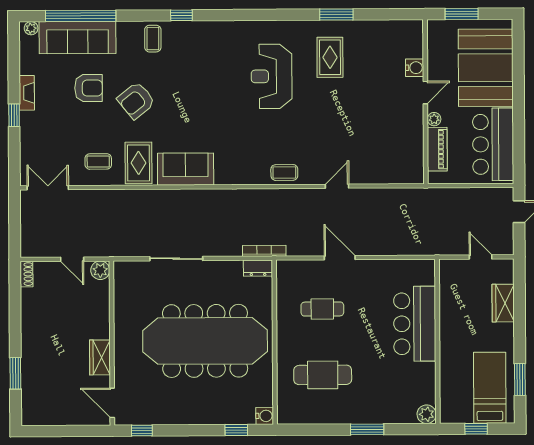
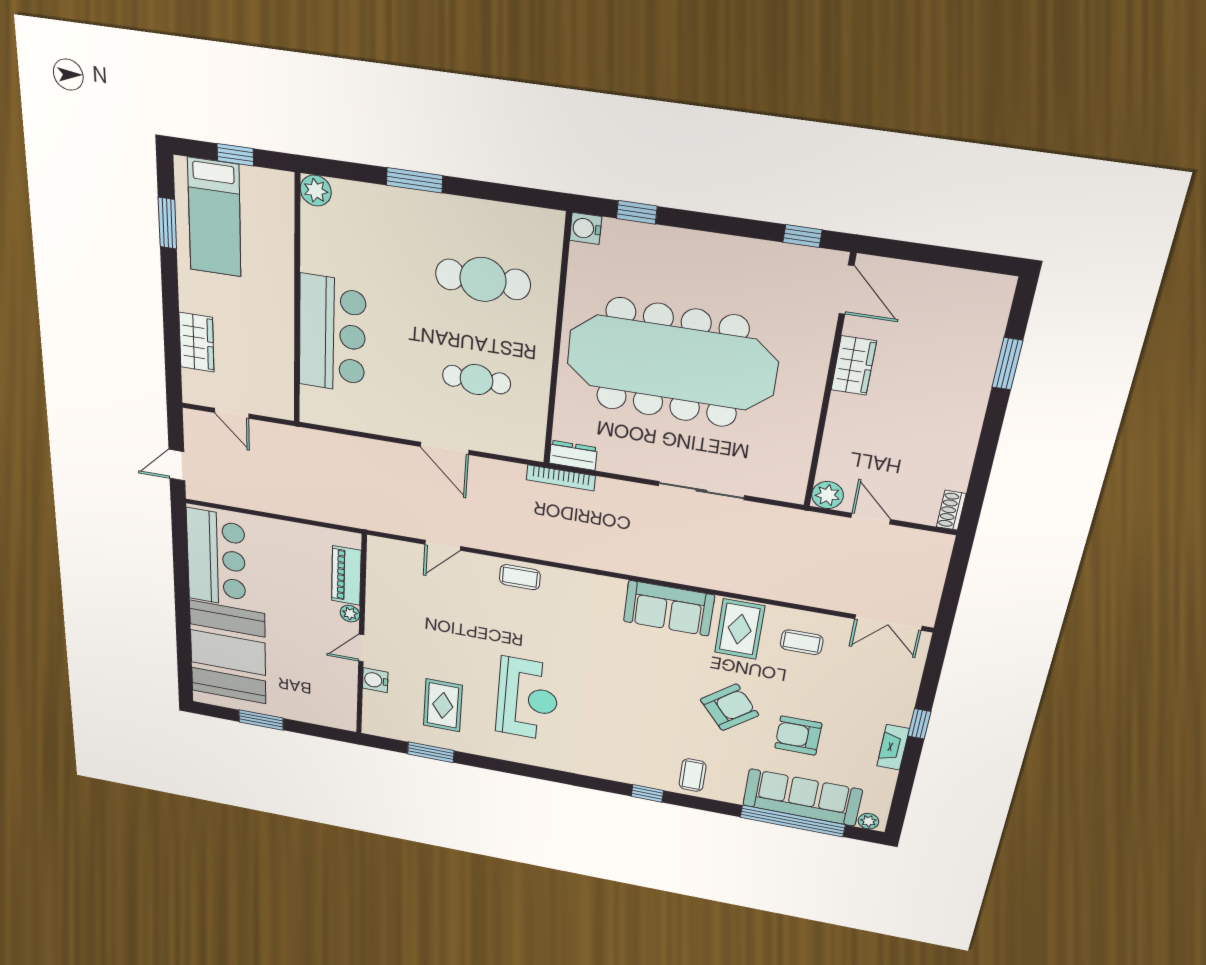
water cooler: (415, 68) -> (375, 680), moved
door: (425, 93) -> (361, 648), moved
wall: (425, 102) -> (361, 637), moved
plant: (434, 119) -> (350, 614), moved
piano: (437, 149) -> (346, 576), moved

